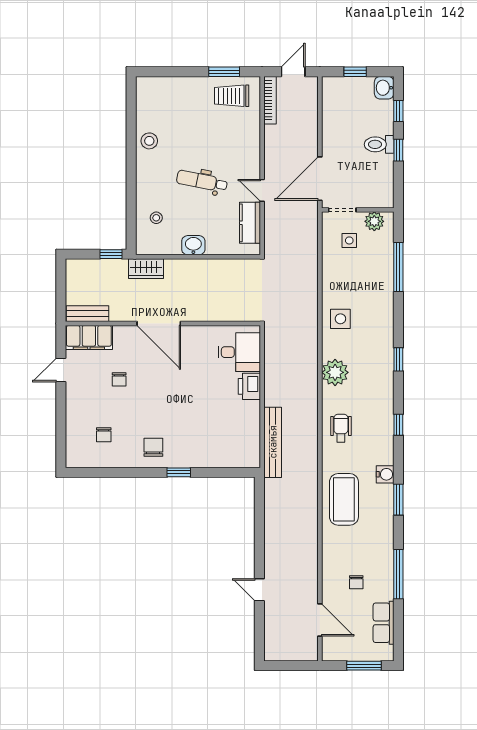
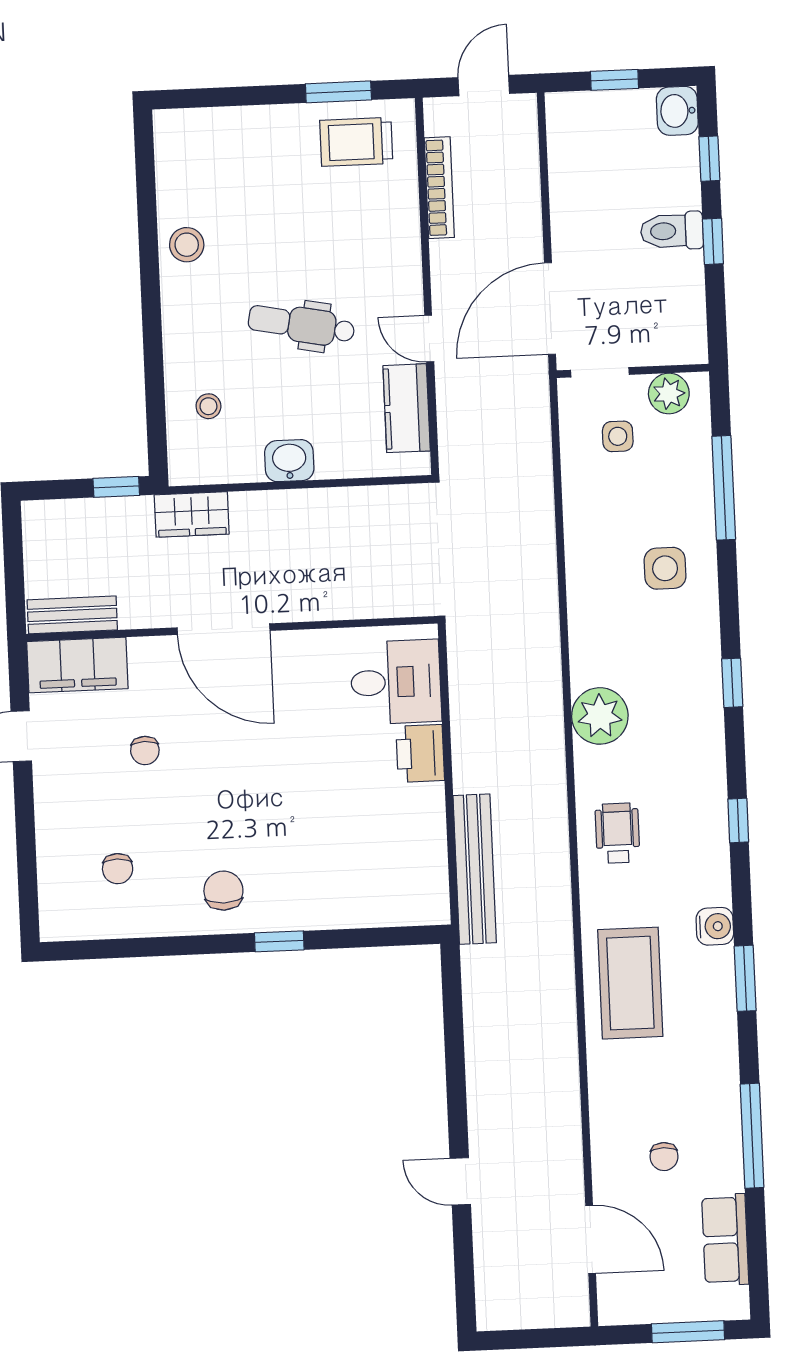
bookcase: (270, 100) -> (439, 188), moved
side table: (340, 319) -> (665, 568), moved

